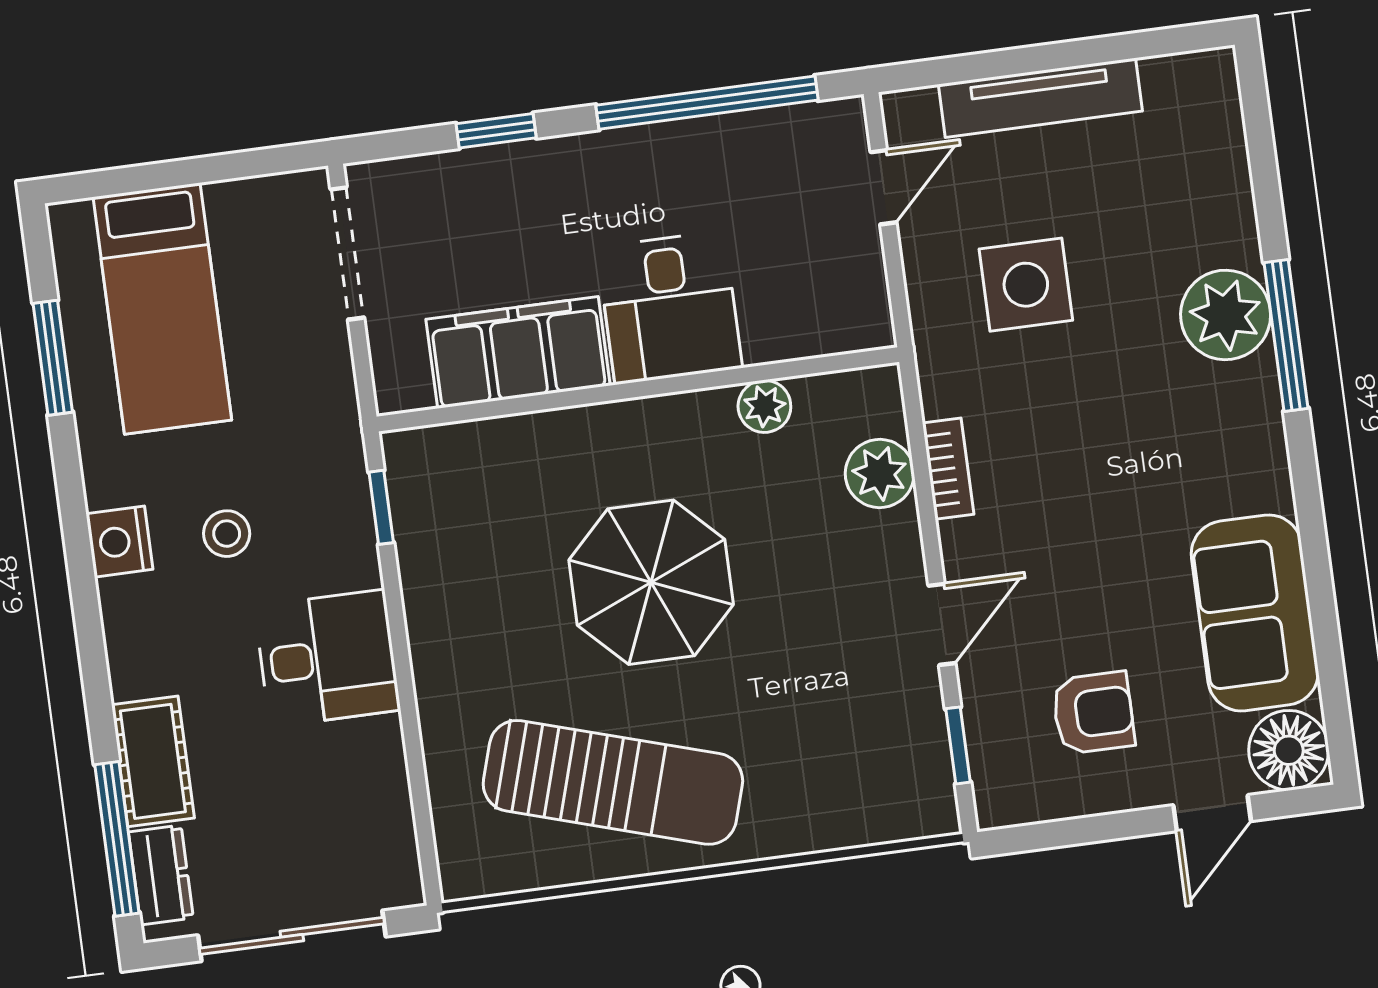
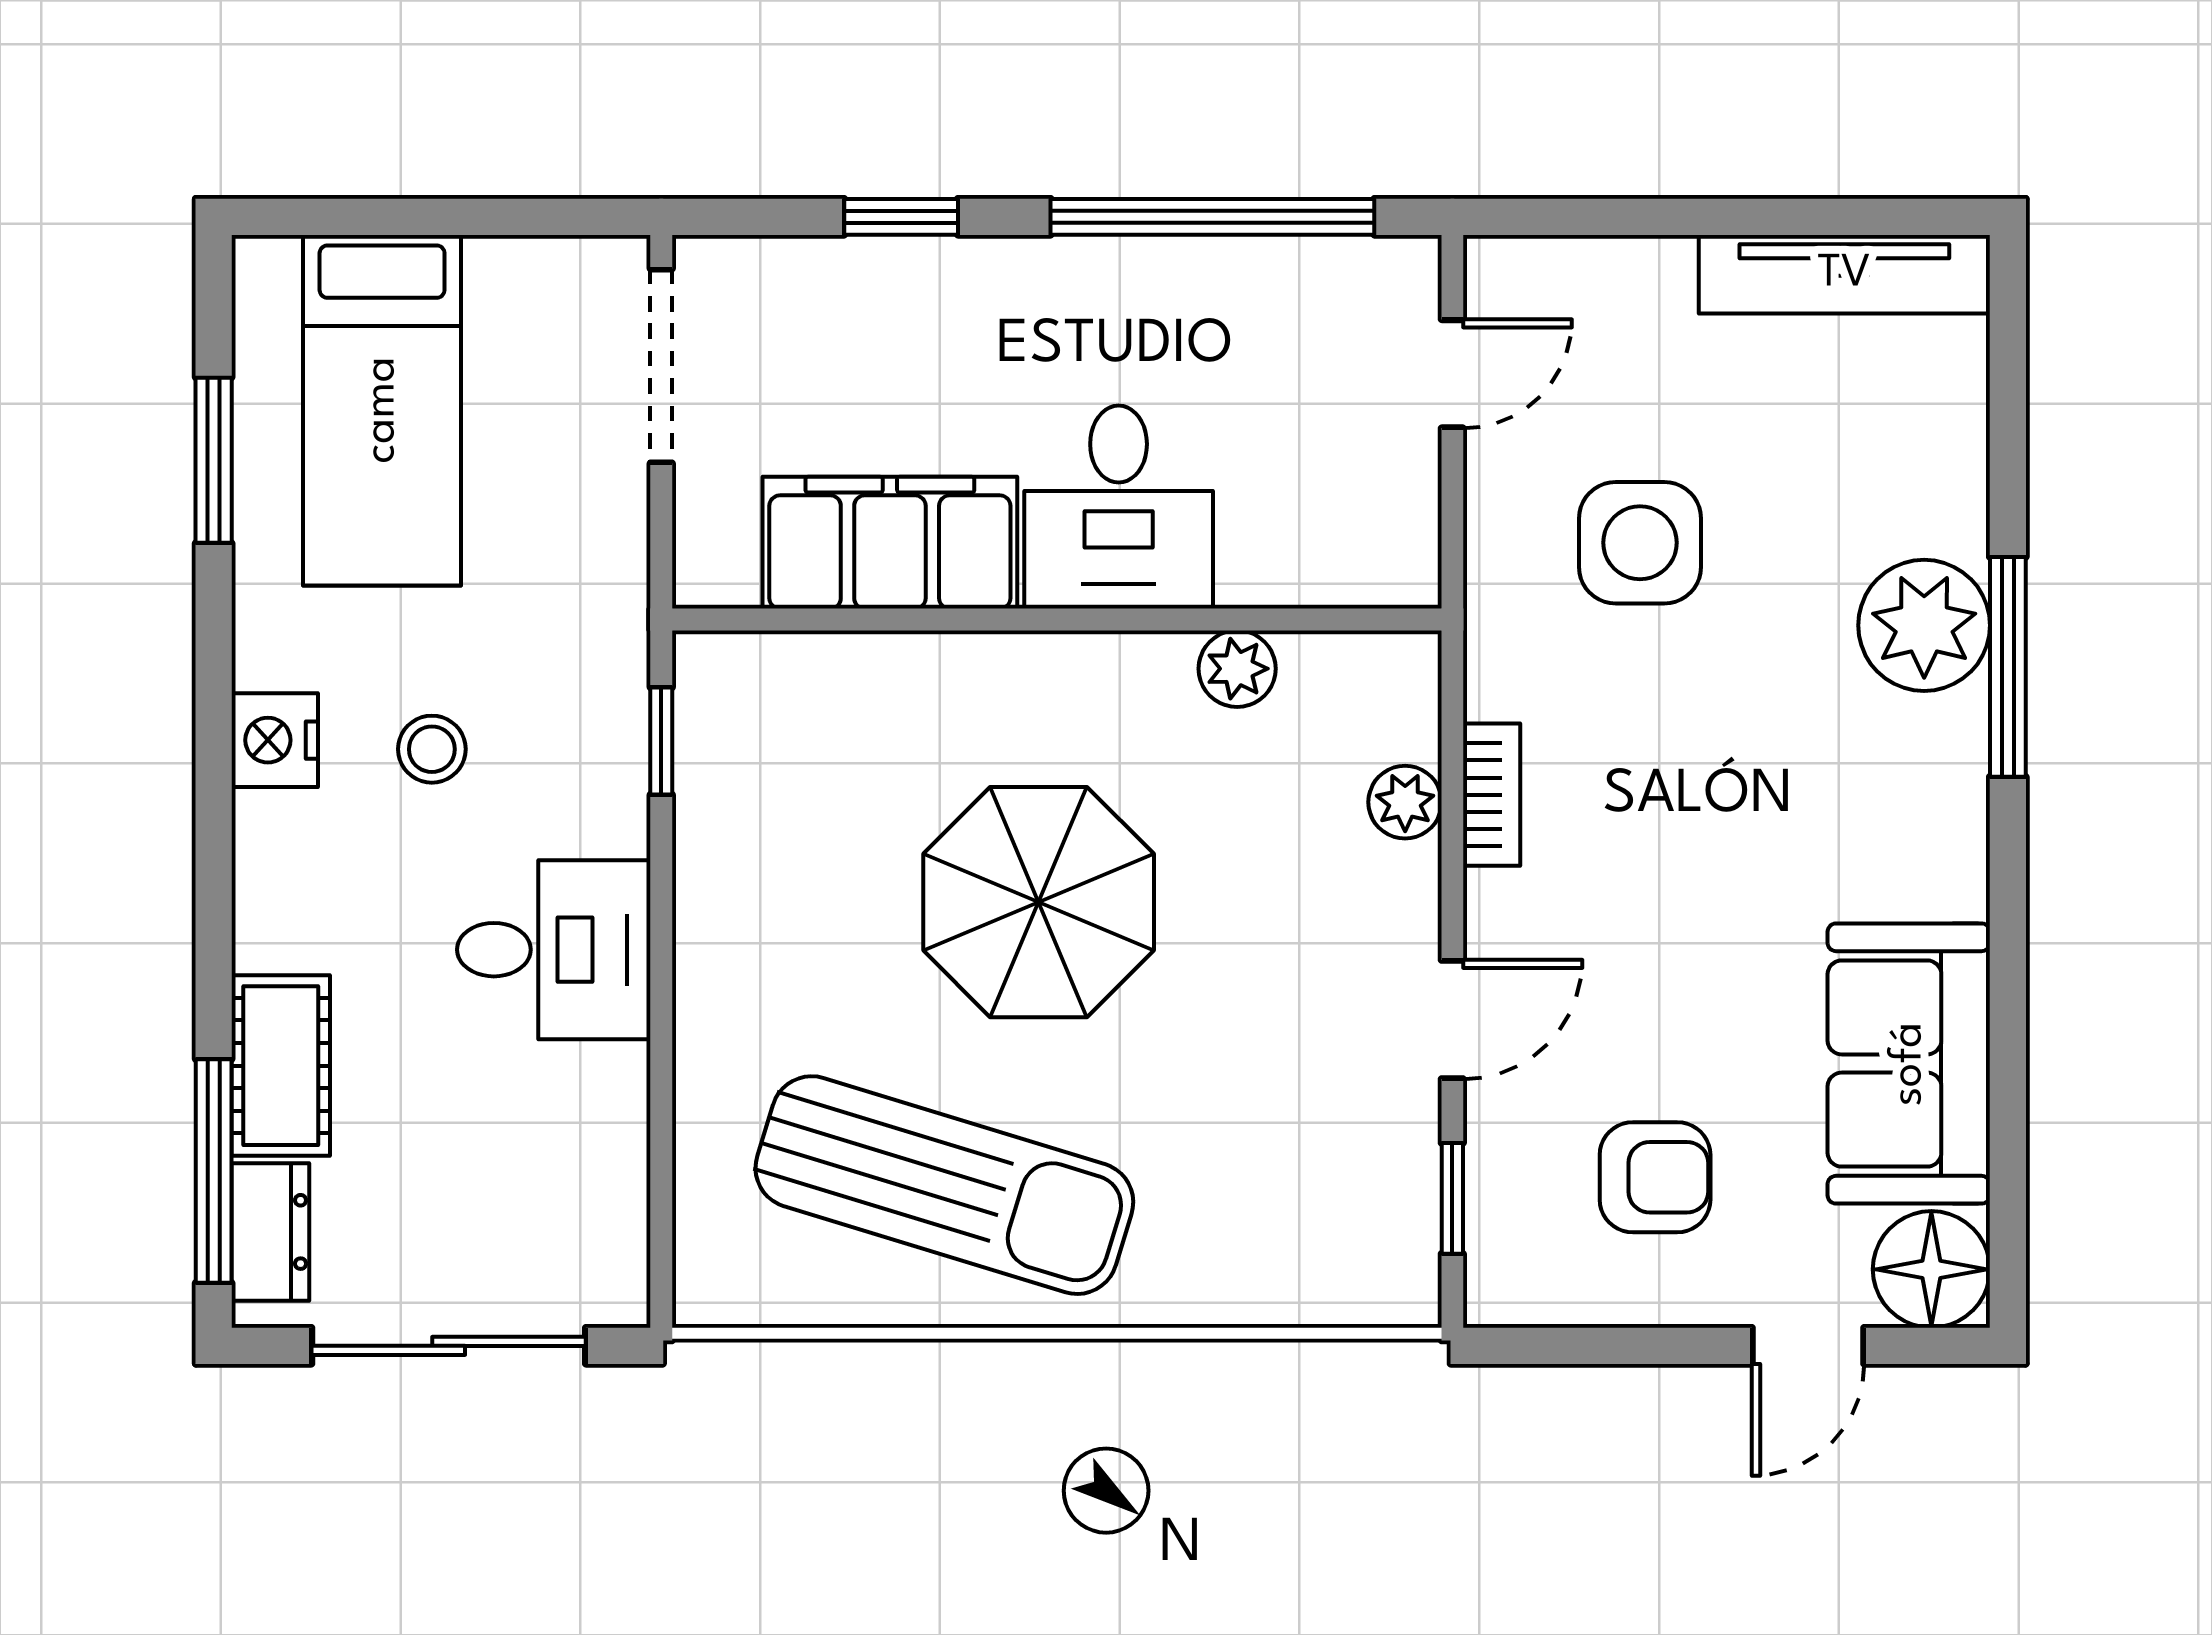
tv unit: (1040, 98) -> (1844, 274), moved
plant: (880, 473) -> (1405, 802), width x0.73, depth x0.73

